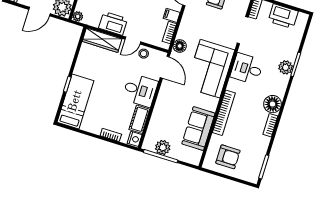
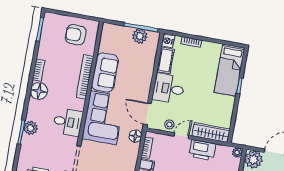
sofa: (198, 129) -> (105, 73), moved

